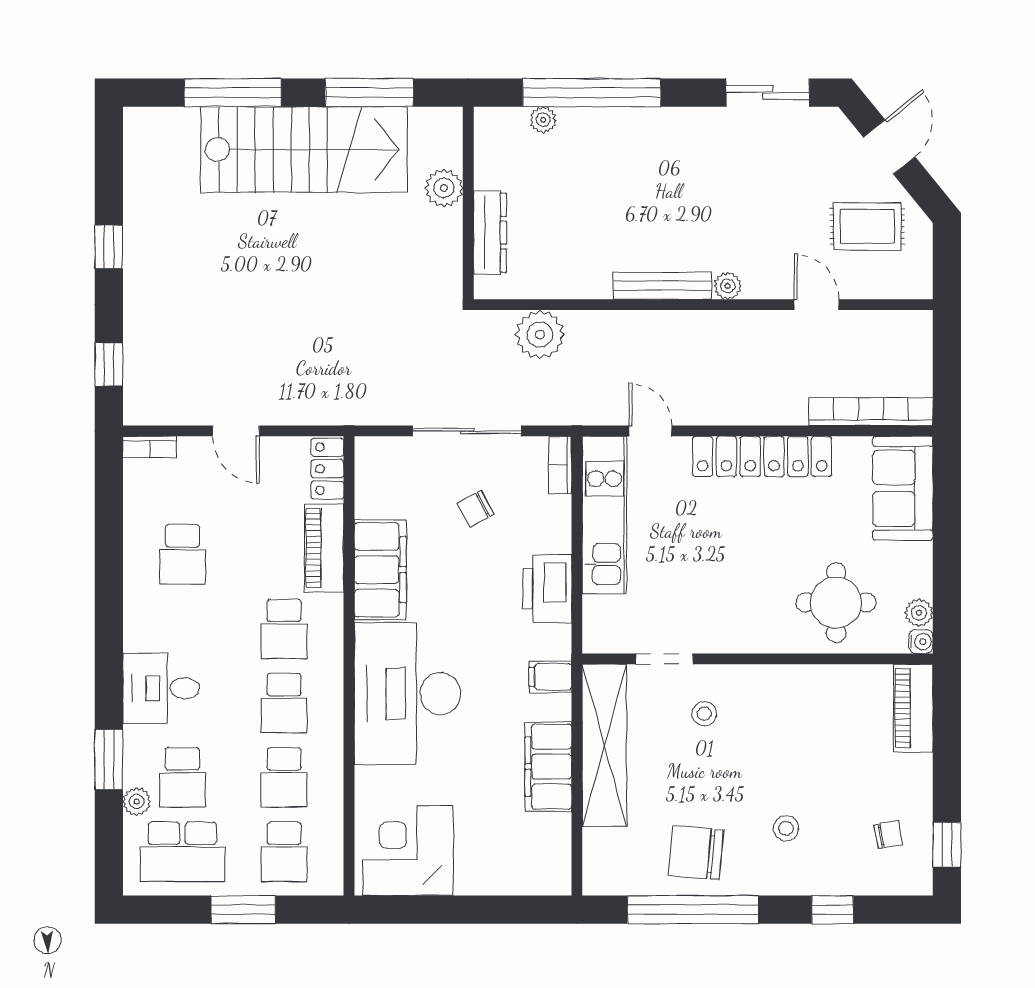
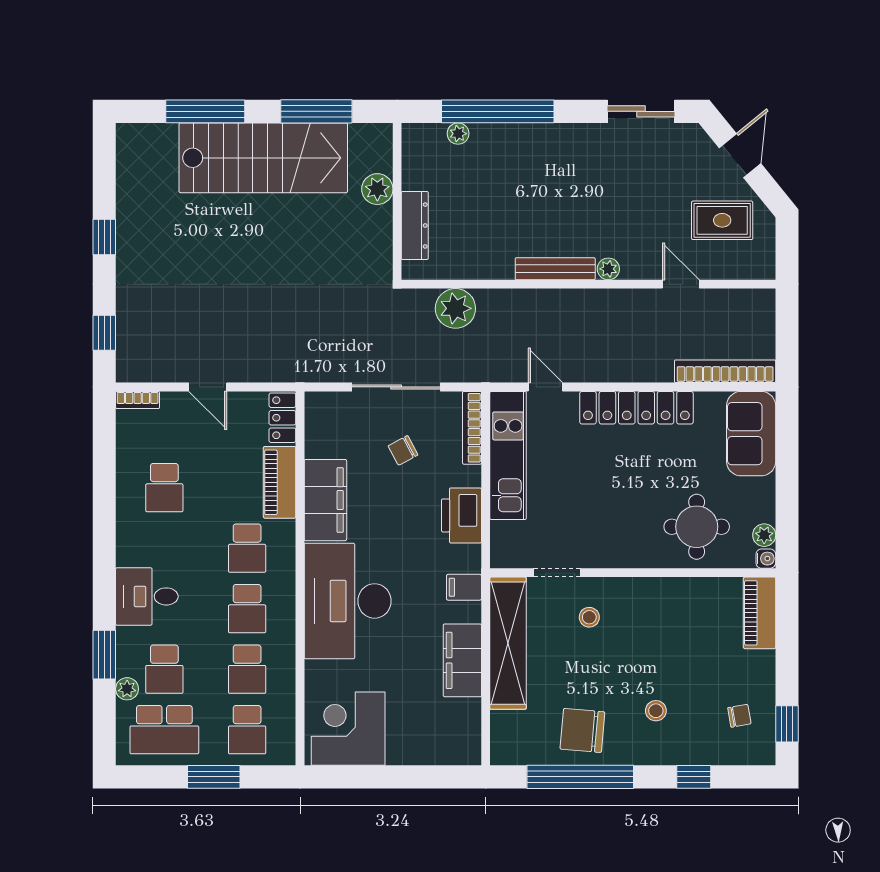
bookcase: (560, 465) -> (472, 428), width x1.56

